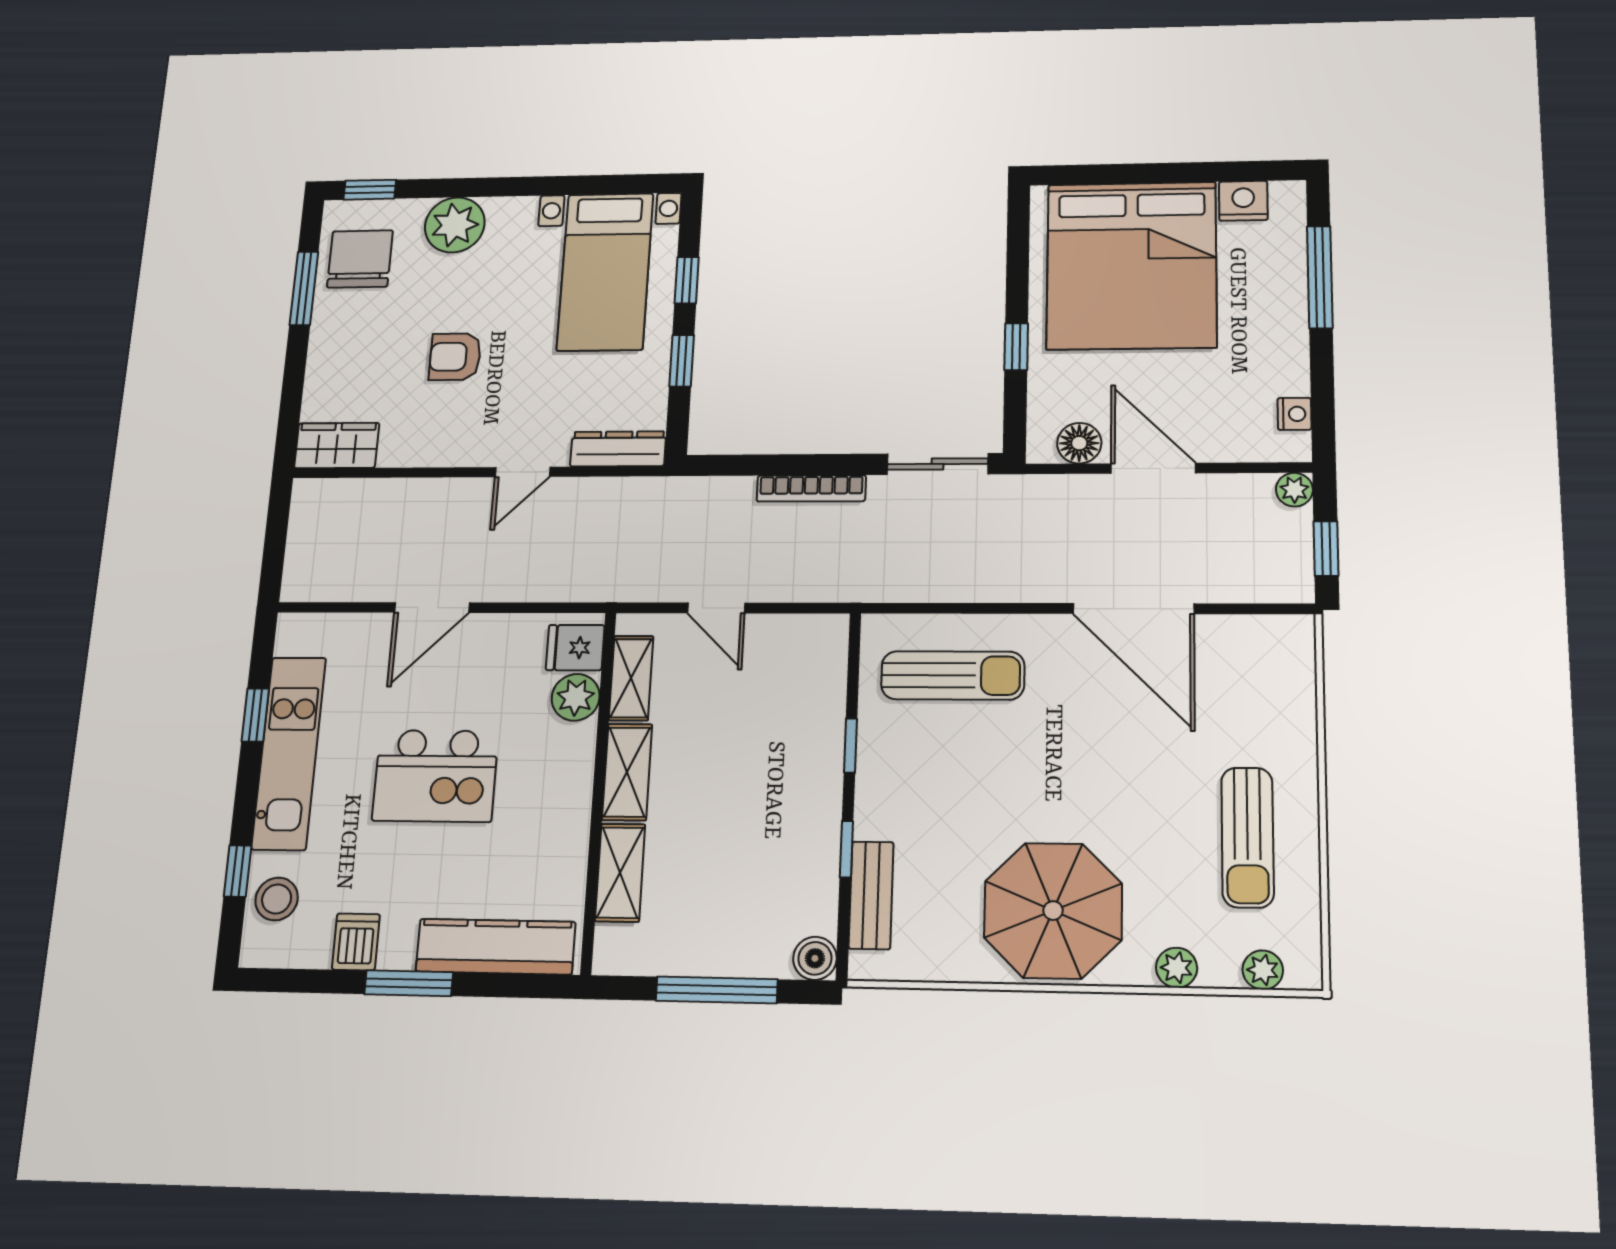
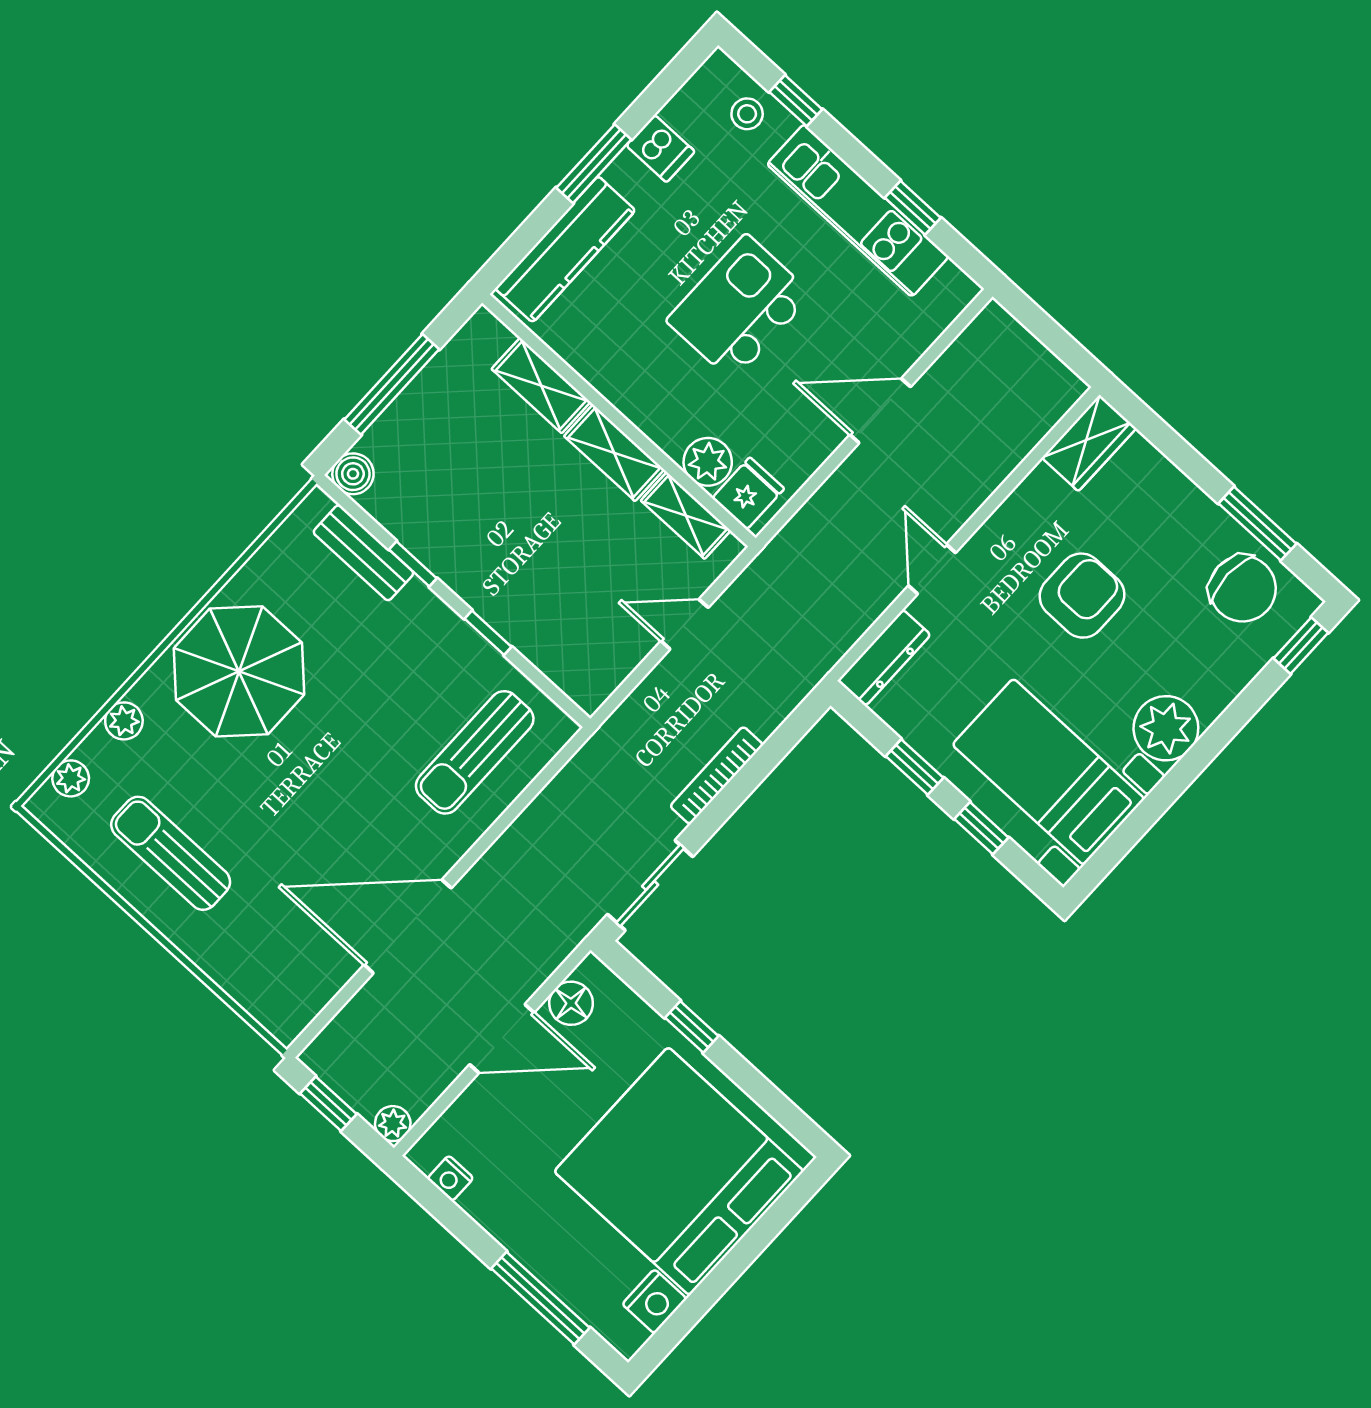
plant: (455, 225) -> (1166, 728), moved
armchair: (455, 357) -> (1082, 596), width x1.38, depth x1.38
door: (432, 608) -> (880, 411), hinge flipped
stool: (277, 899) -> (747, 114), width x0.73, depth x0.73

